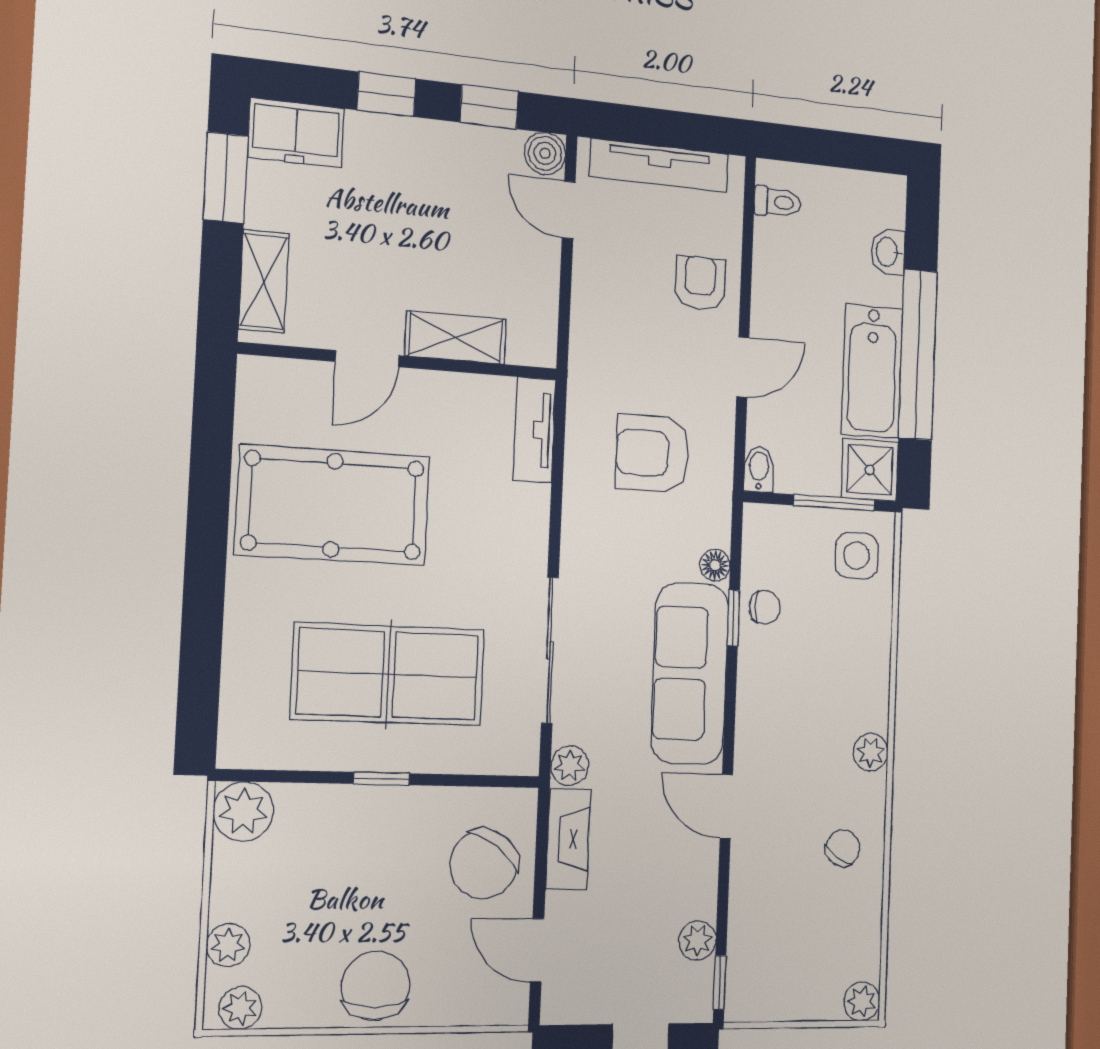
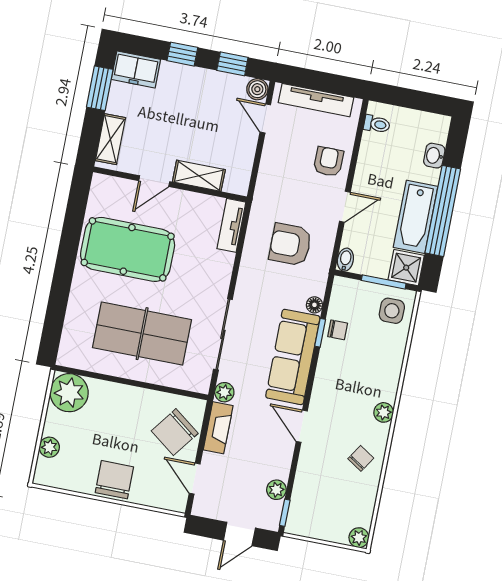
window: (381, 779) -> (132, 383), removed
plant: (243, 811) -> (69, 393), width x1.36, depth x1.36
plant: (240, 1008) -> (51, 477), removed

